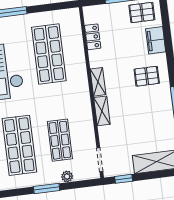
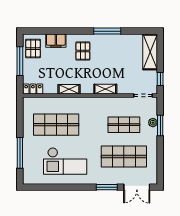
locker: (93, 37) -> (33, 89), moved
shelving: (98, 82) -> (69, 89), moved
window: (47, 189) -> (160, 126), moved

